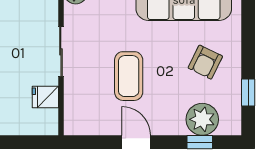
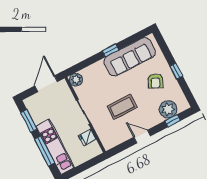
coffee table: (129, 76) -> (122, 107), turned 90
window: (248, 93) -> (176, 71), moved

